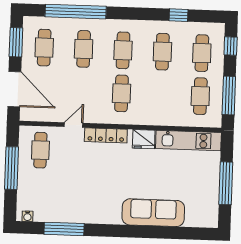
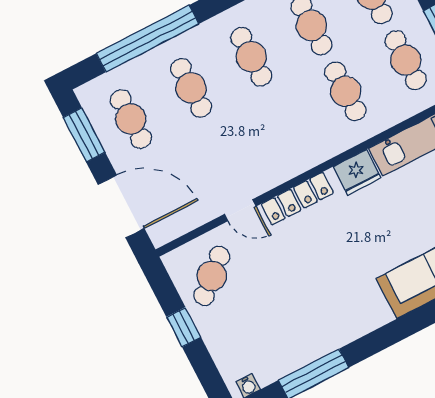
cafe table: (122, 93) -> (346, 91), moved
door: (74, 125) -> (240, 210), swing flipped
cafe table: (40, 150) -> (212, 276), turned 49
window: (12, 168) -> (184, 327), width x0.46

